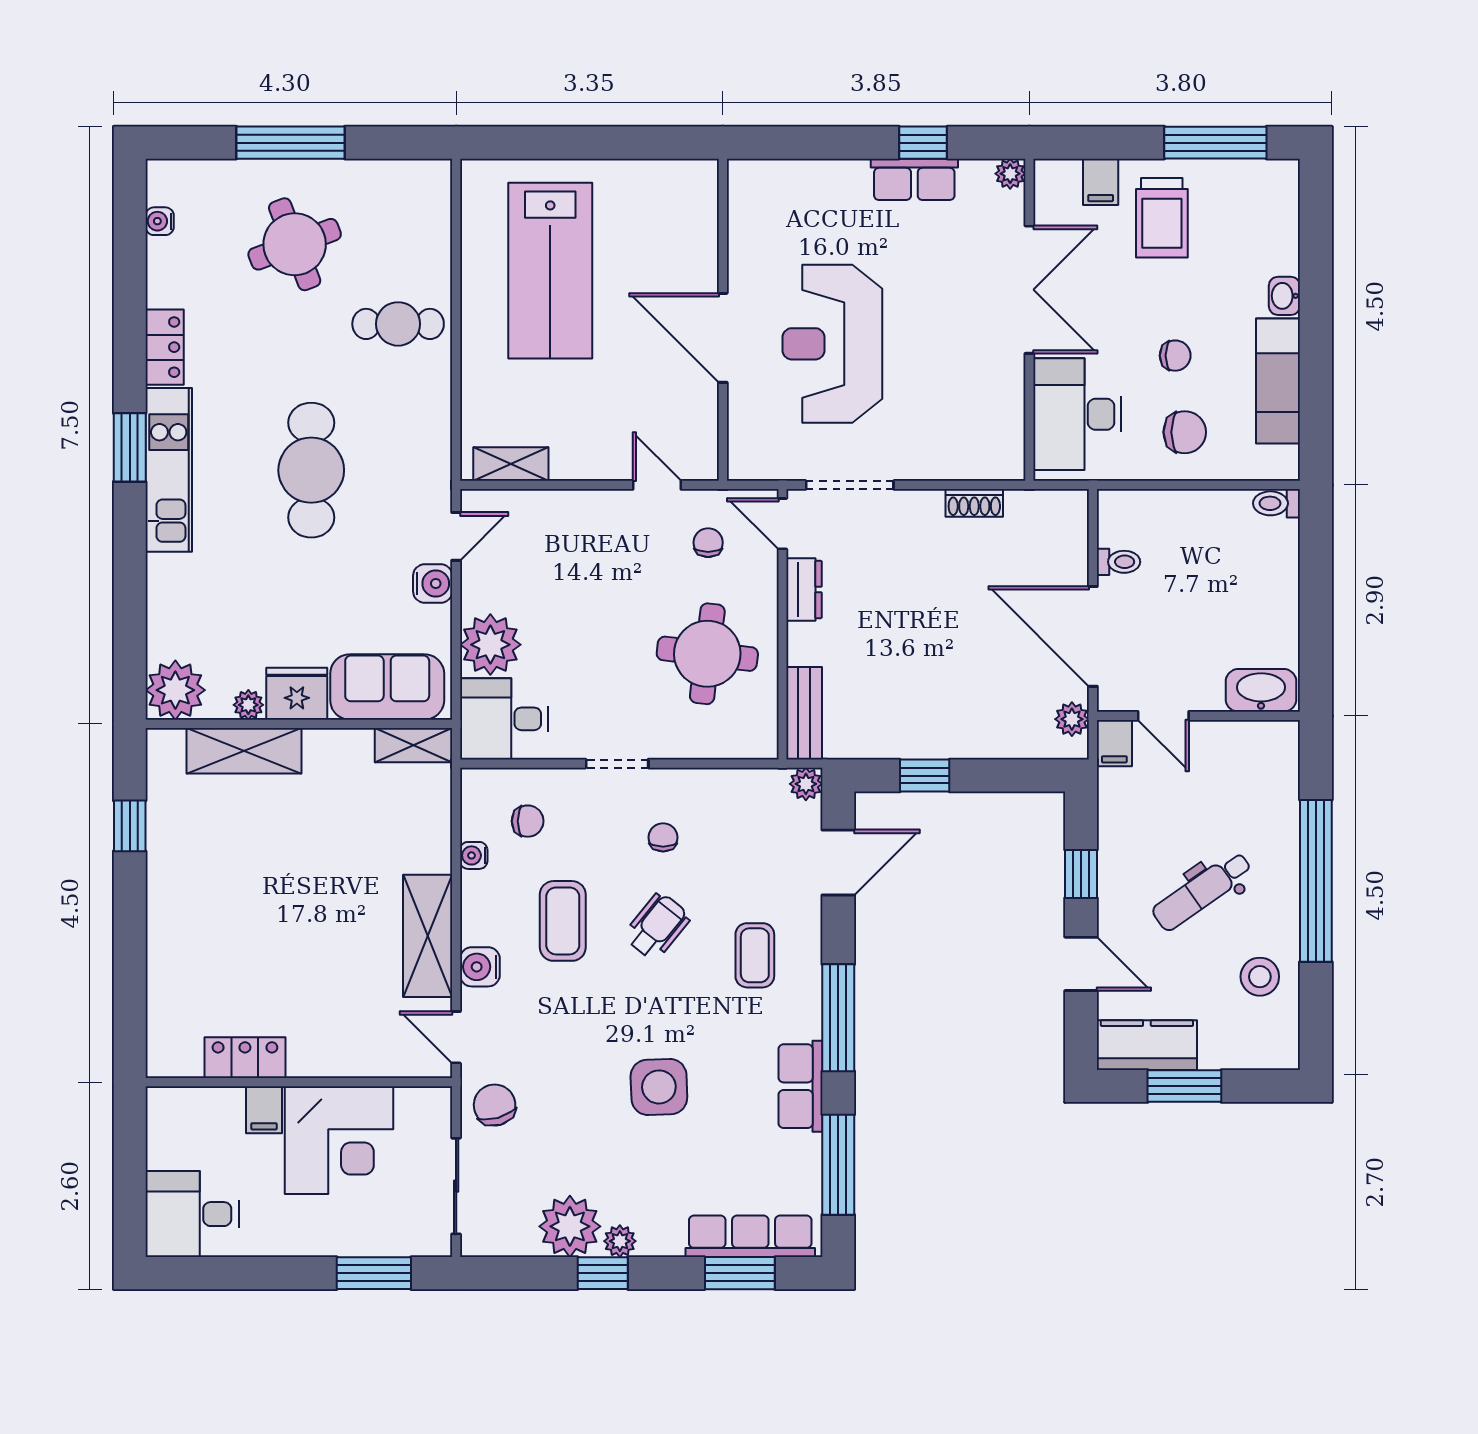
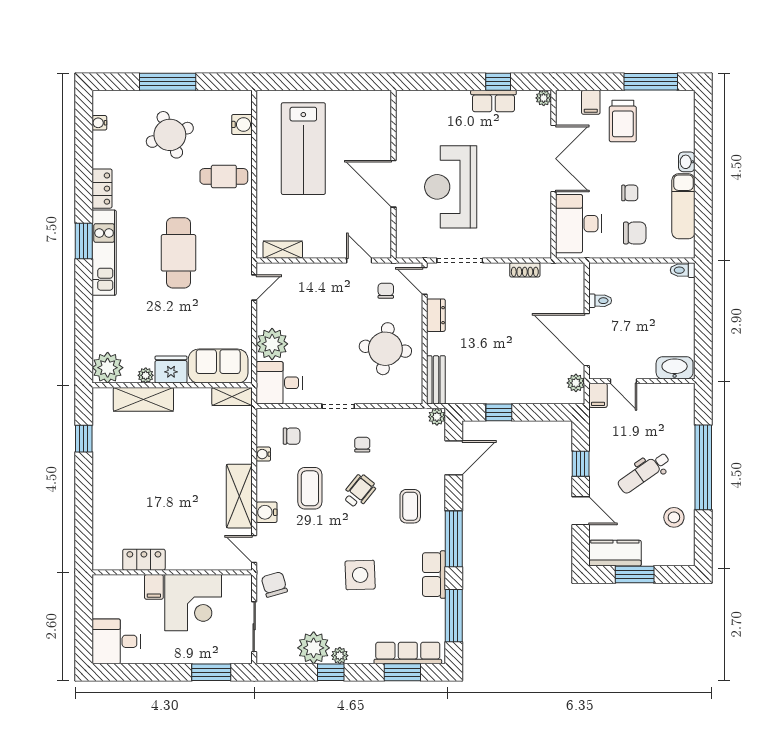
water cooler: (433, 583) -> (242, 124), moved

